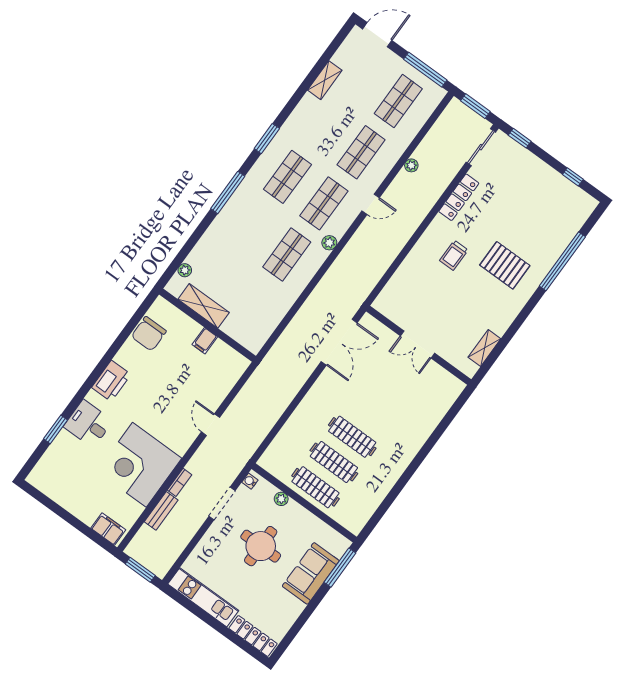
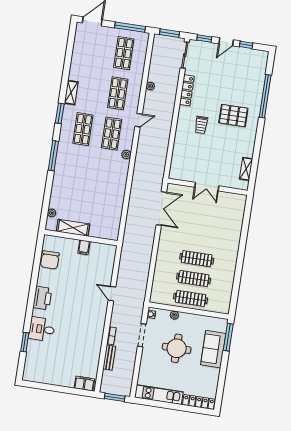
shelving: (325, 80) -> (71, 93), moved
door: (547, 158) -> (226, 42), added
shop shelf: (287, 255) -> (105, 174), removed
corner desk: (139, 465) -> (83, 338), removed

